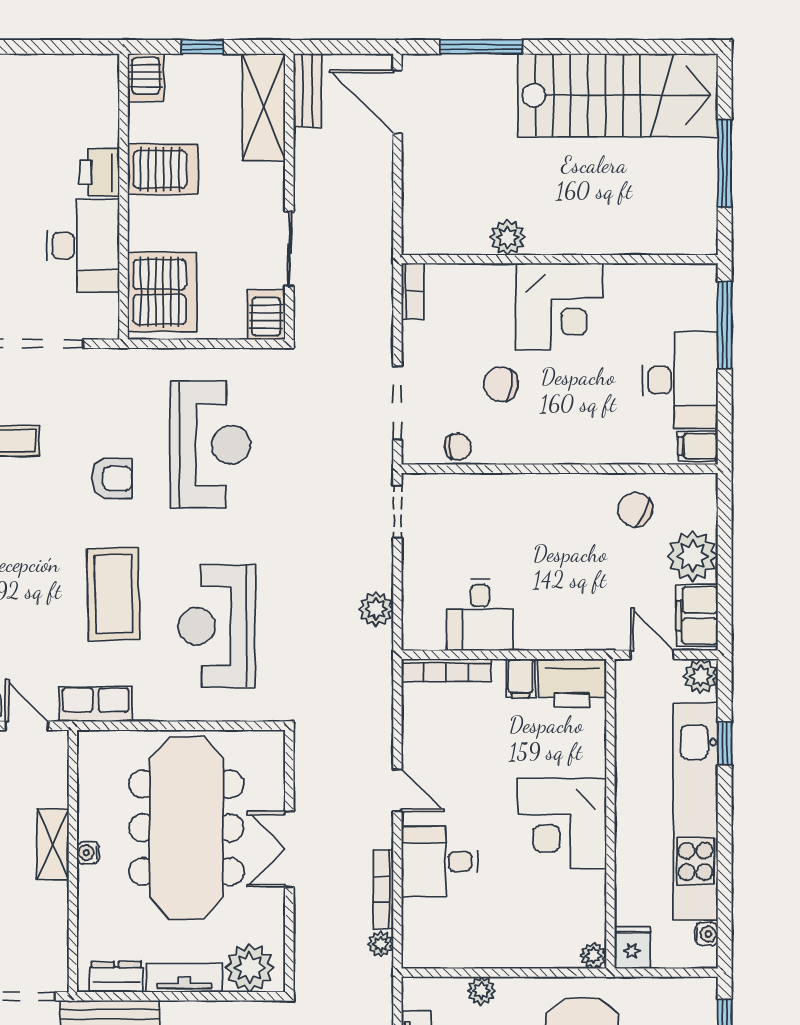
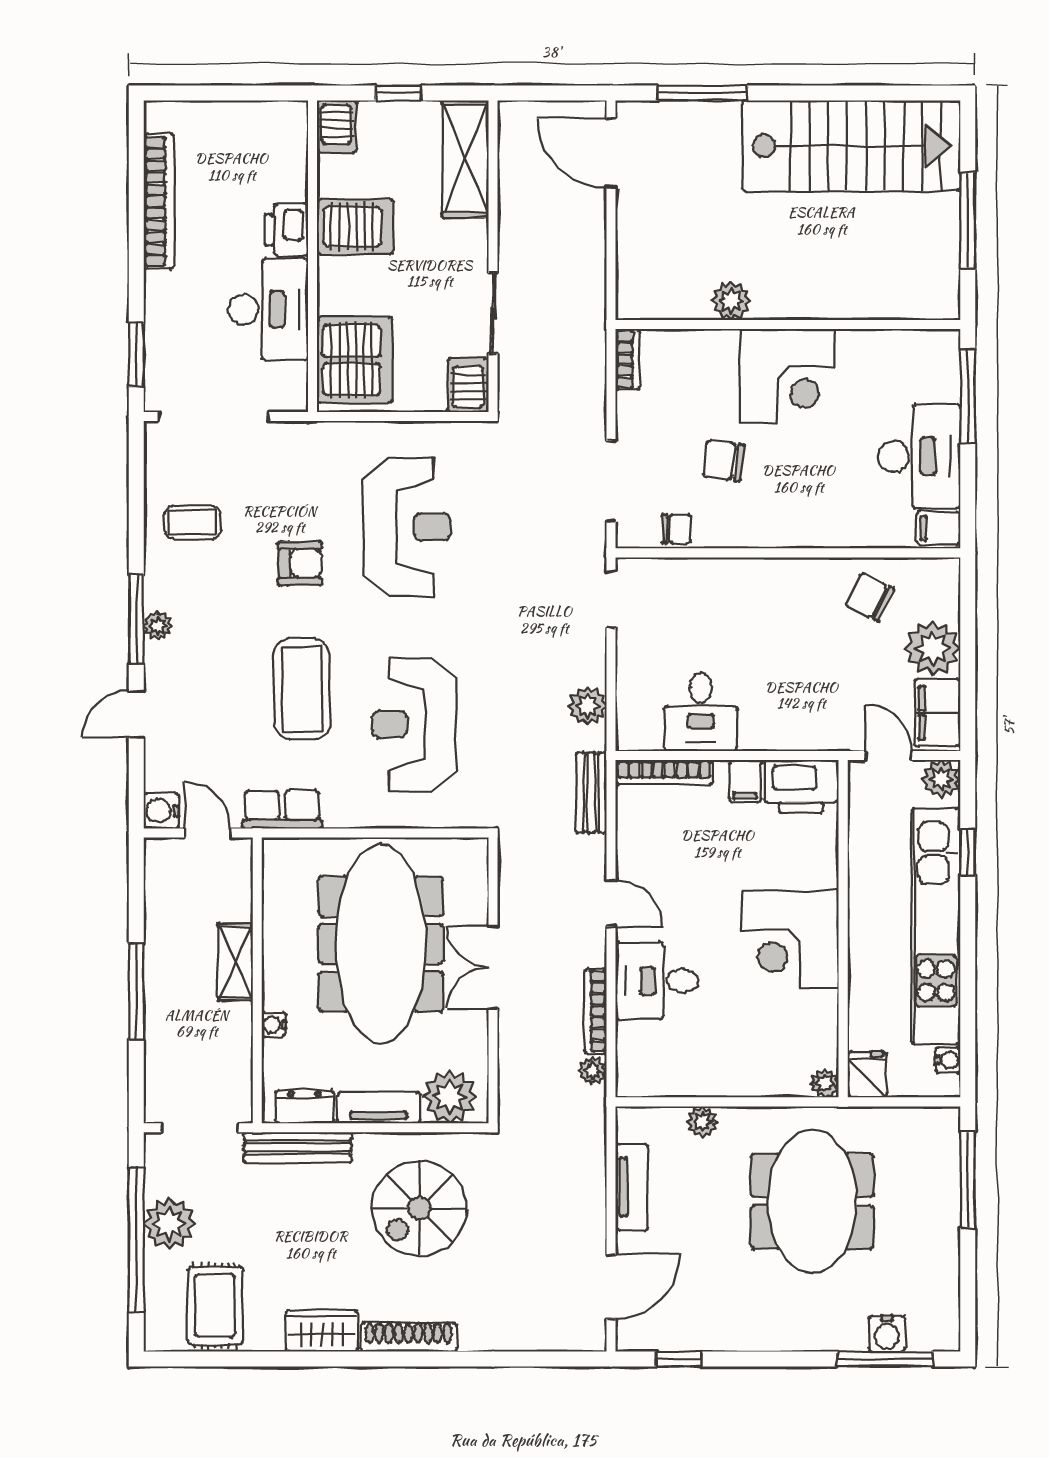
bench: (307, 90) -> (591, 793), moved
water cooler: (88, 853) -> (274, 1025), moved

